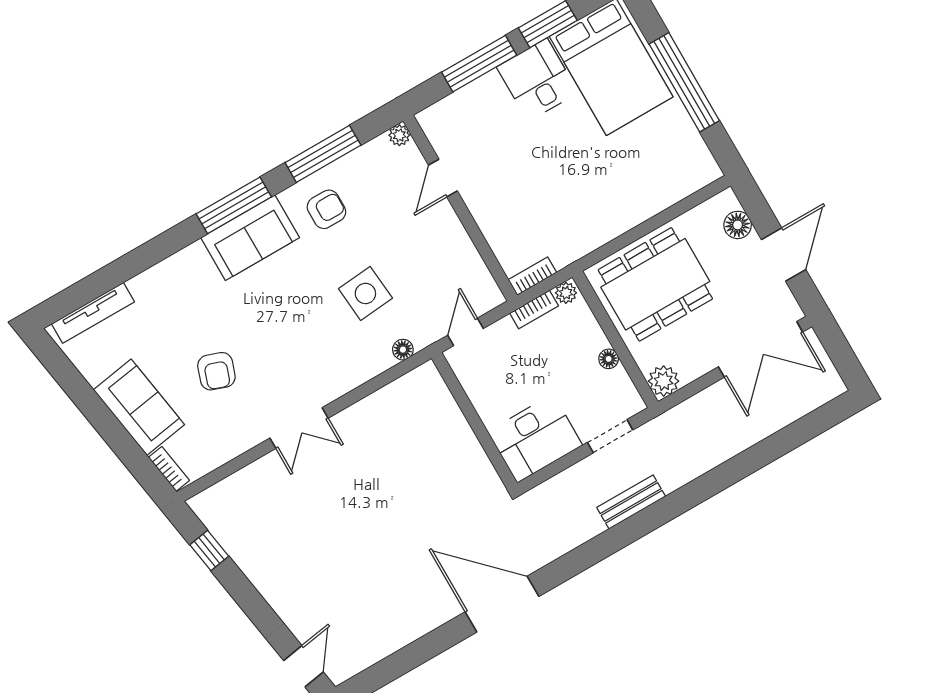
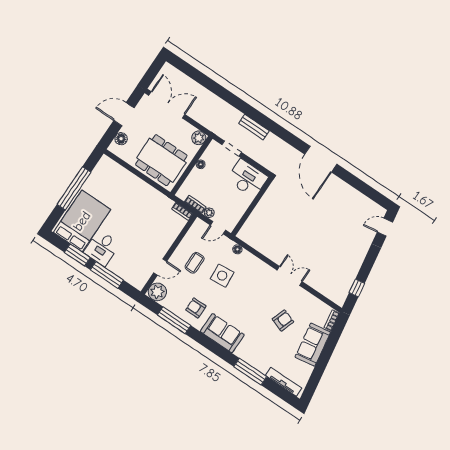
plant: (399, 135) -> (157, 292), width x1.87, depth x1.87
window: (234, 205) -> (250, 372), moved
coffee table: (418, 251) -> (195, 263), added
plant: (566, 293) -> (209, 213), moved

